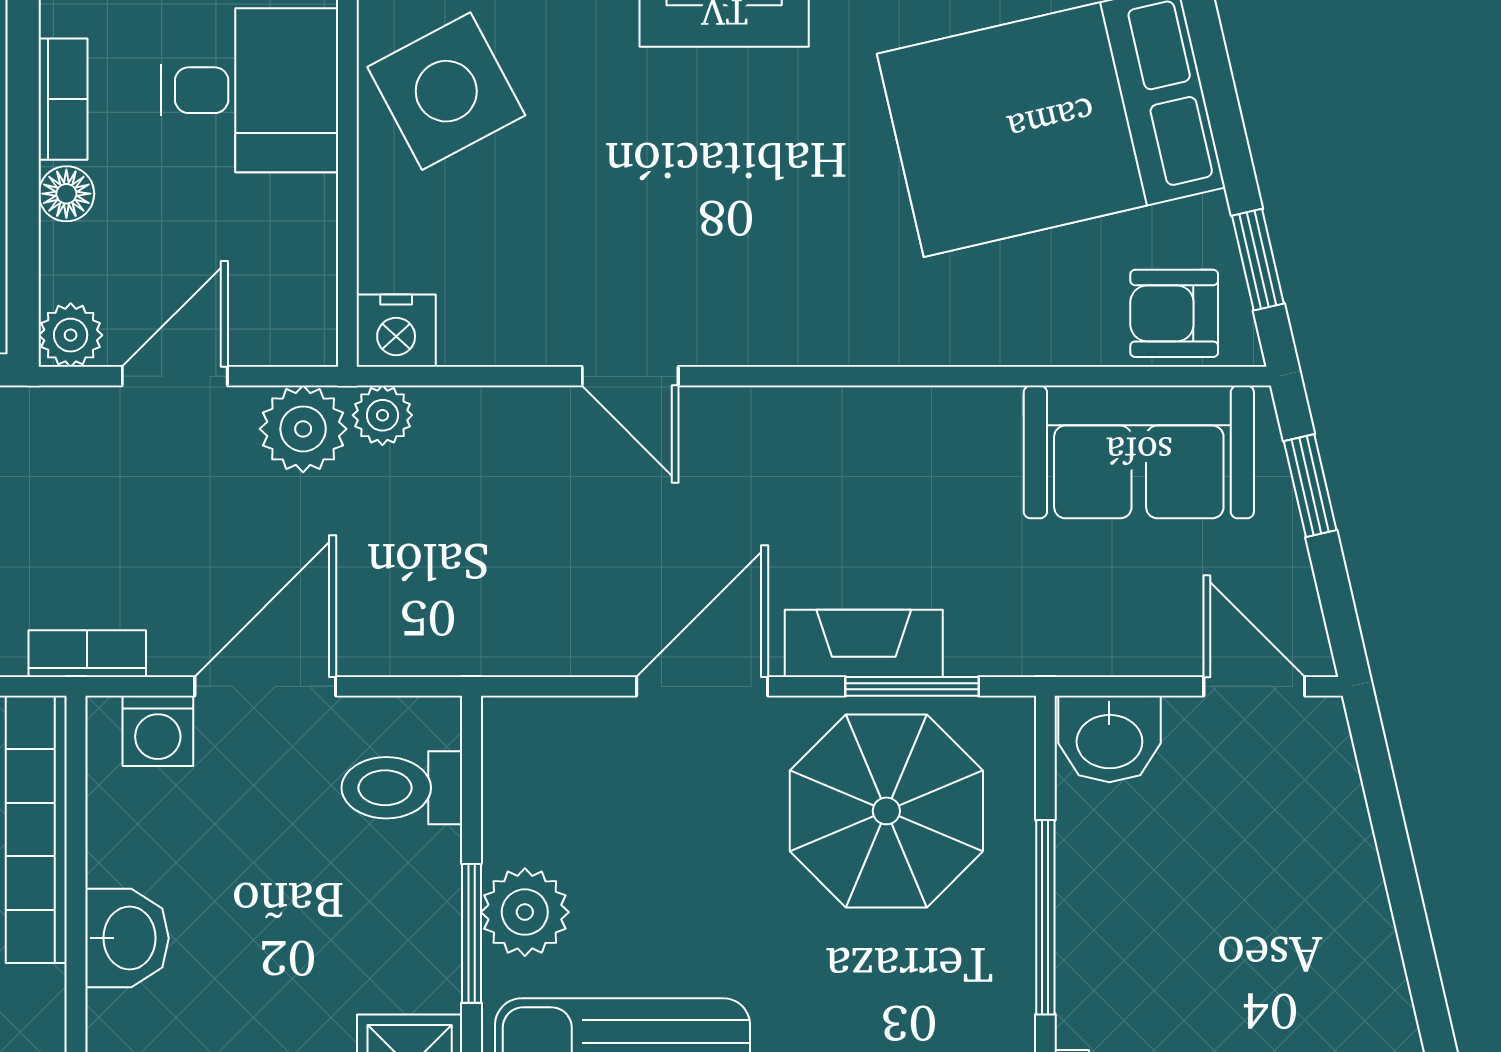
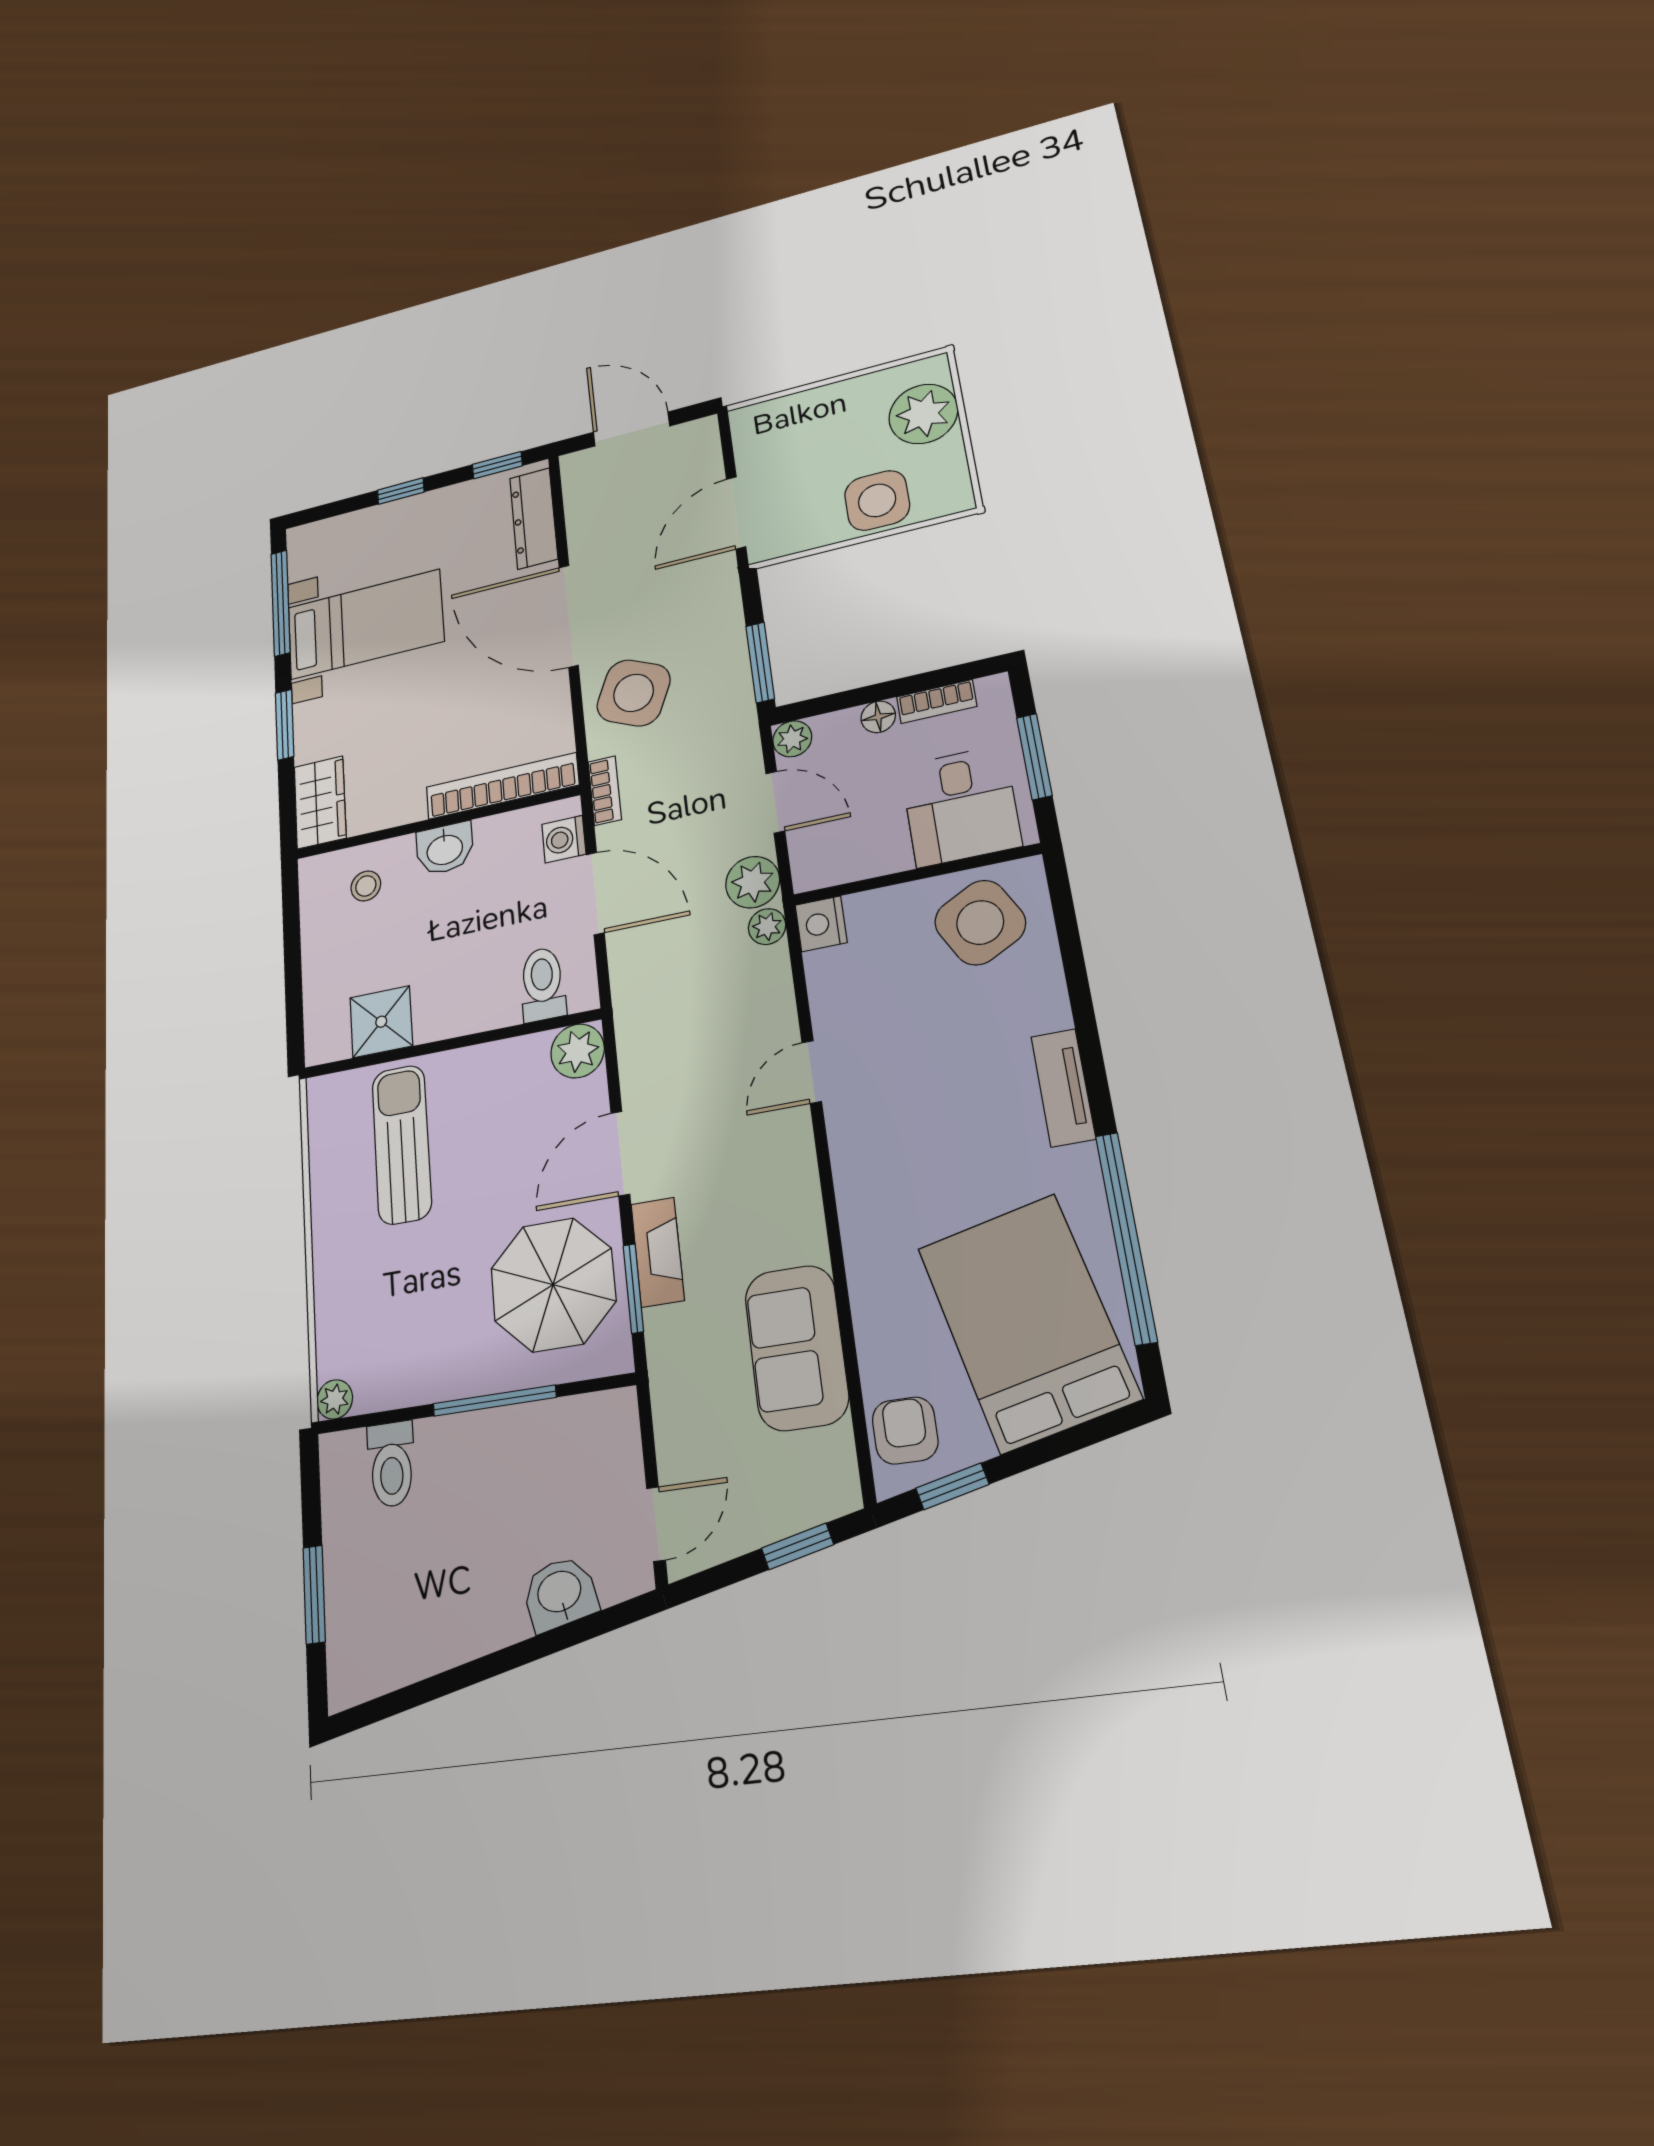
sofa: (1139, 452) -> (797, 1348), moved
door: (702, 686) -> (620, 1153), swing flipped
washbasin: (1109, 739) -> (560, 1593), moved, turned 77
plant: (525, 912) -> (578, 1051), moved
window: (471, 933) -> (460, 1042), removed

